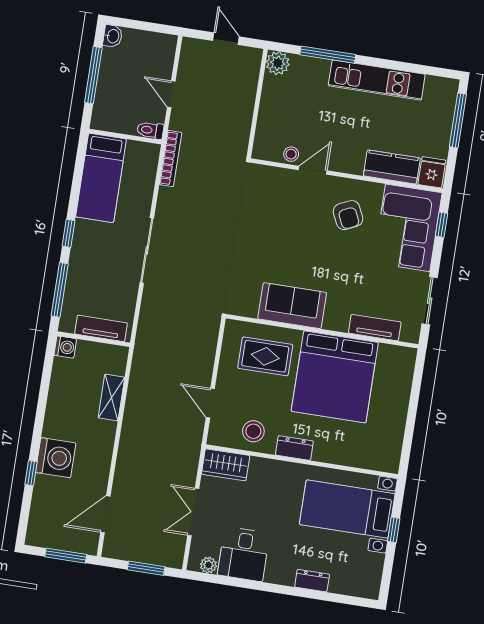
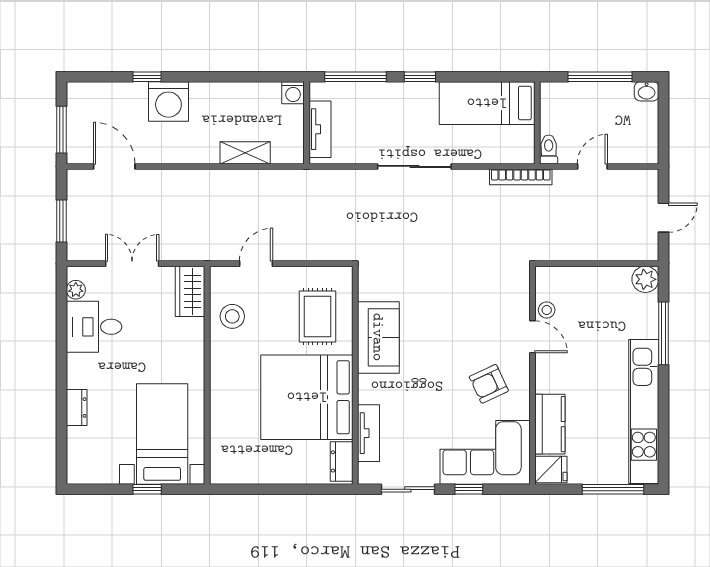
kitchen unit: (377, 80) -> (644, 411), width x1.36
window: (441, 225) -> (469, 489), moved
dresser: (294, 448) -> (342, 461), moved, turned 180

